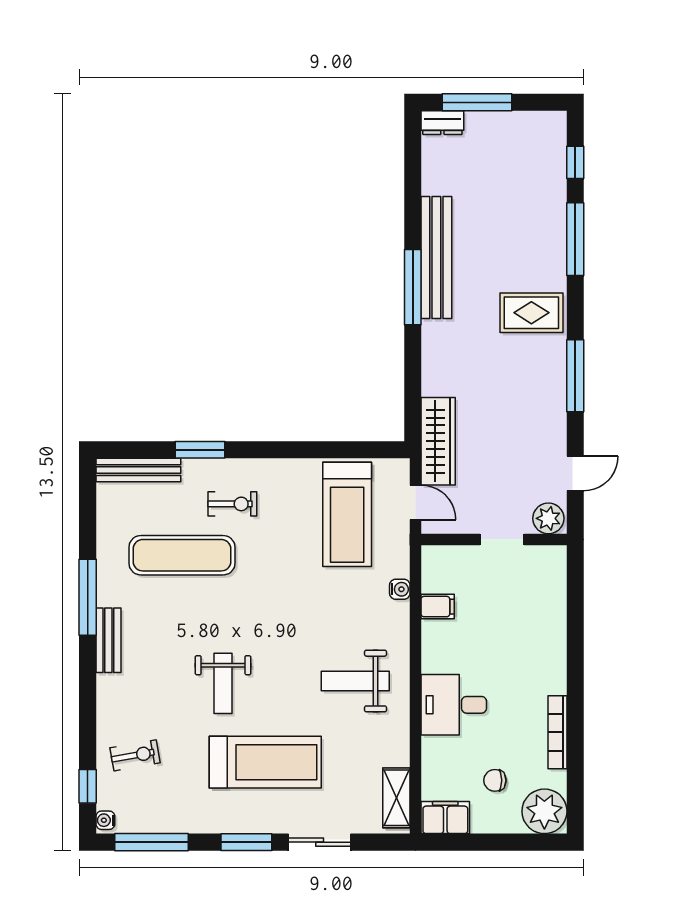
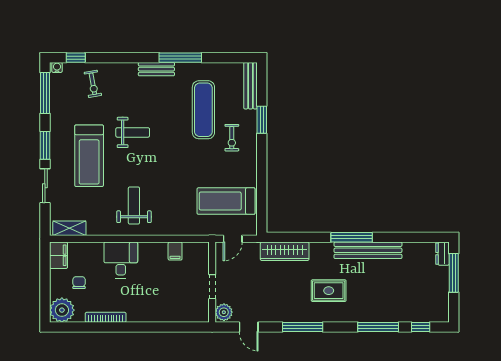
rug: (531, 313) -> (329, 291), moved, turned 90
wardrobe: (438, 441) -> (285, 251), moved
water cooler: (400, 589) -> (185, 230), removed
weight bench: (223, 683) -> (133, 132), turned 180

